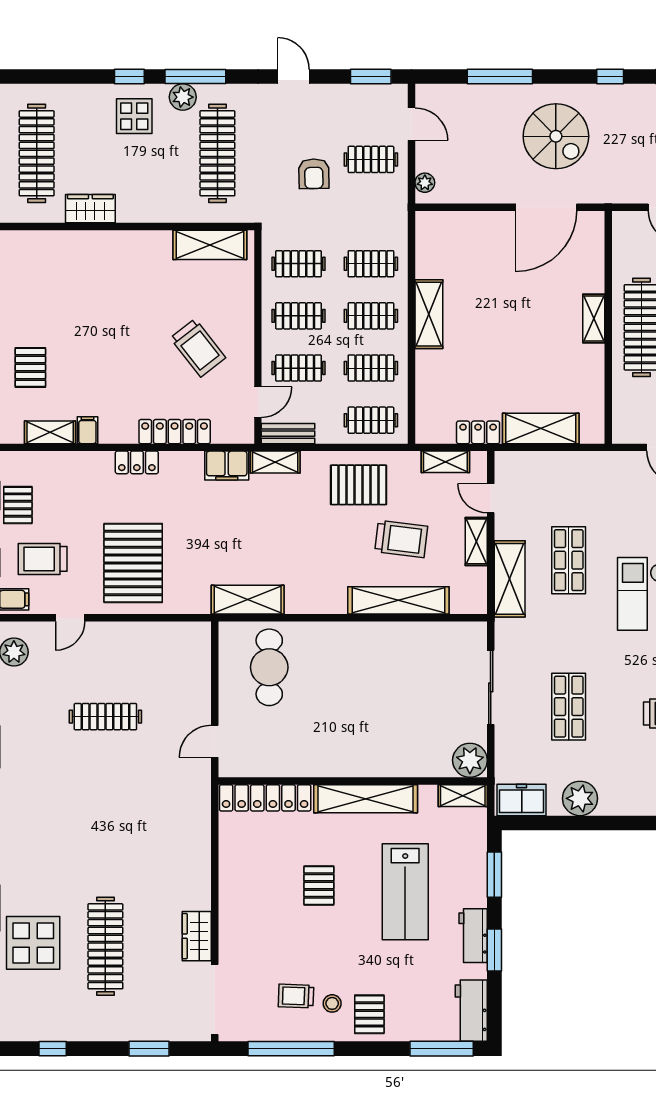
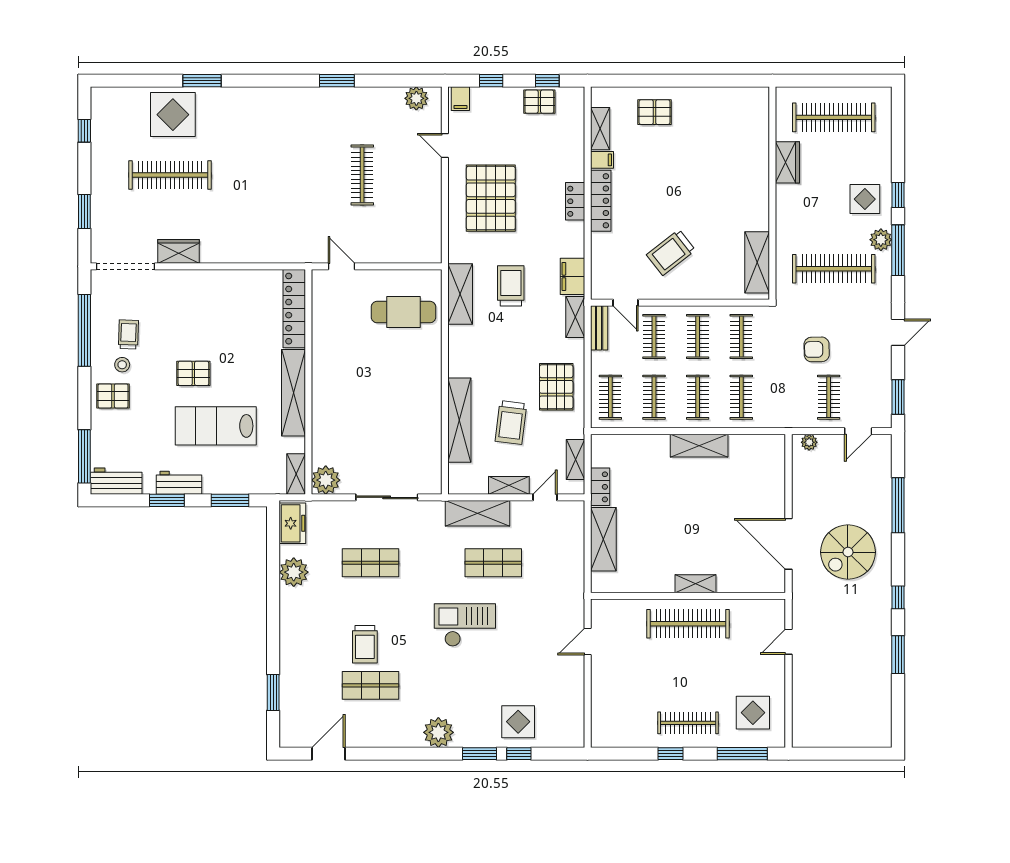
locker: (175, 432) -> (601, 201), moved
trolley: (43, 559) -> (511, 286), moved
pallet: (133, 563) -> (491, 198), turned 90
pallet: (319, 886) -> (193, 373), moved

